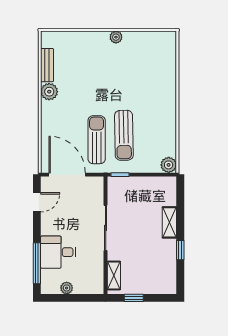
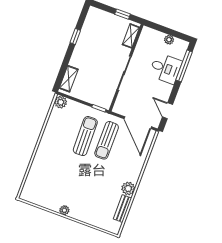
door: (37, 202) -> (167, 111), hinge flipped
shelving: (169, 222) -> (69, 79), moved

